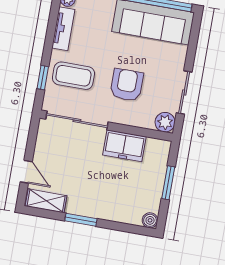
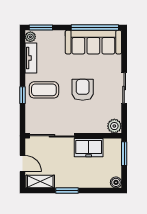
sliding door: (77, 121) -> (52, 136), moved
plant: (165, 122) -> (114, 126), moved
wall: (106, 126) -> (73, 136), moved
freezer: (124, 146) -> (89, 148), moved

